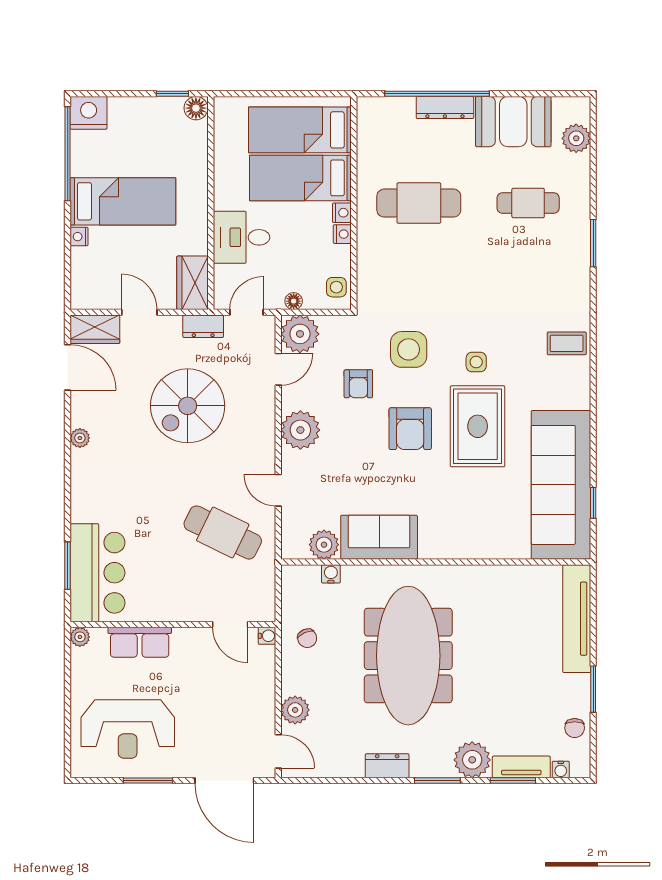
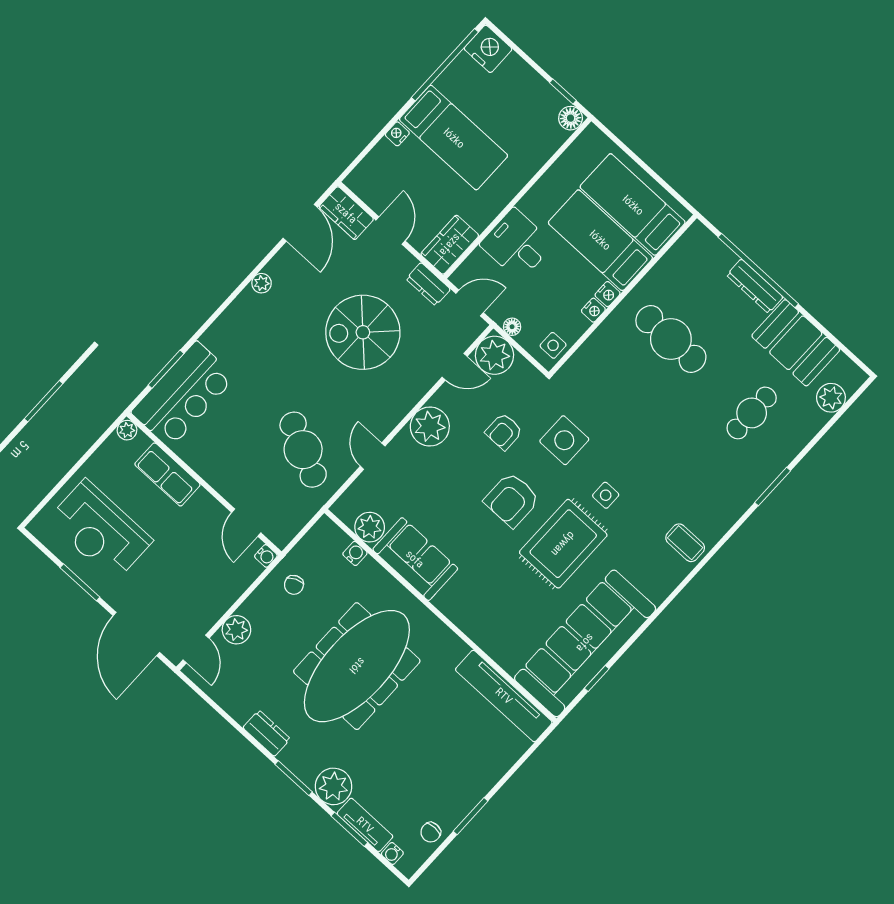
cafe table: (528, 203) -> (752, 413), turned 90
tv unit: (577, 619) -> (504, 696), moved, turned -90

